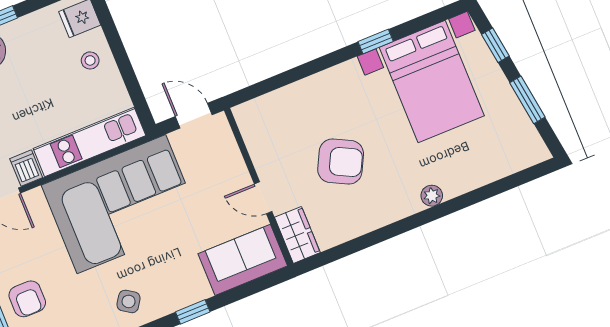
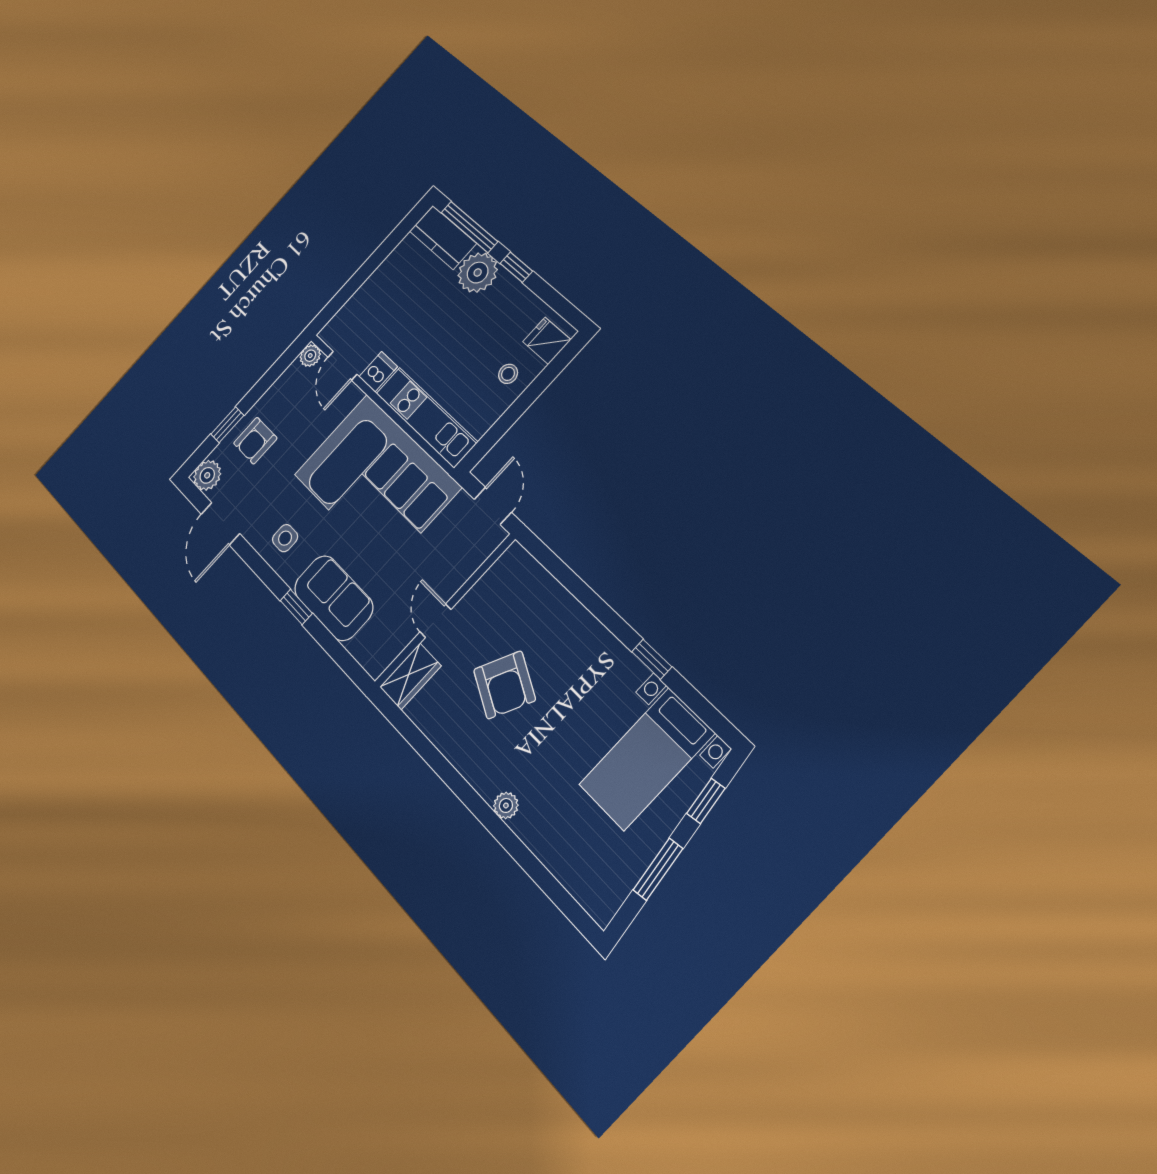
bed with nightstands: (432, 82) -> (647, 759), width x0.73
sofa: (243, 260) -> (334, 598), moved
side table: (129, 301) -> (285, 538), turned -34

